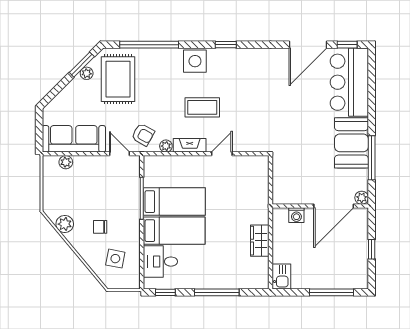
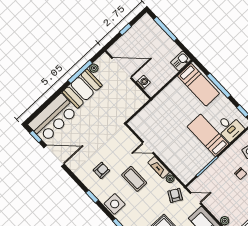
armchair: (244, 81) -> (101, 170), added
door: (119, 154) -> (196, 198), swing flipped
plant: (362, 198) -> (94, 68), moved
bed: (174, 202) -> (199, 85), moved, turned 180
wardrobe: (260, 241) -> (173, 88), removed

